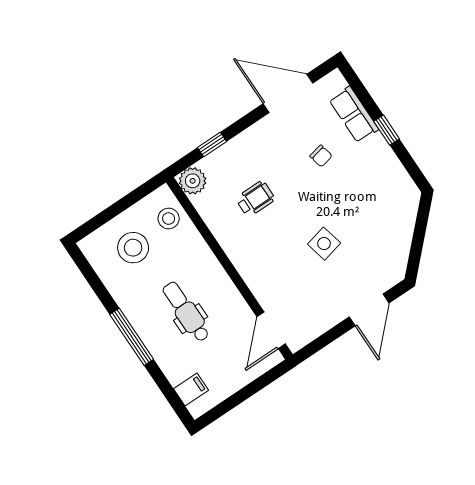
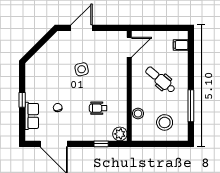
stool: (169, 219) -> (138, 114), moved
dental chair: (186, 312) -> (160, 80), turned 130
window: (132, 337) -> (191, 106), moved

